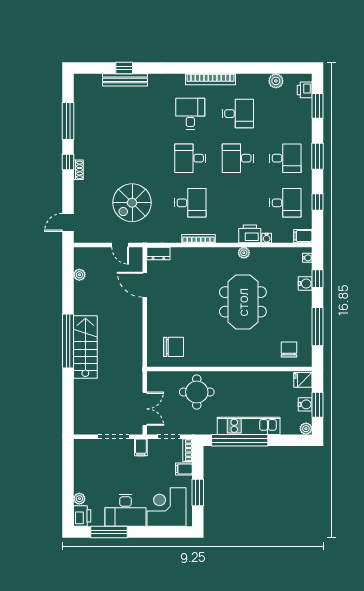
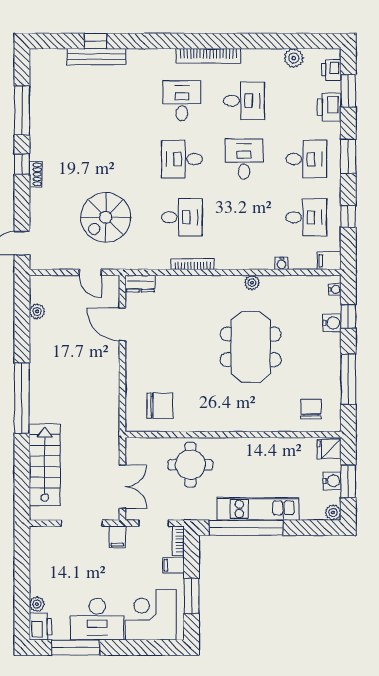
desk: (238, 158) -> (244, 159), turned 90
printer: (250, 234) -> (329, 107), moved, turned -90
stairs: (85, 347) -> (45, 465), moved

